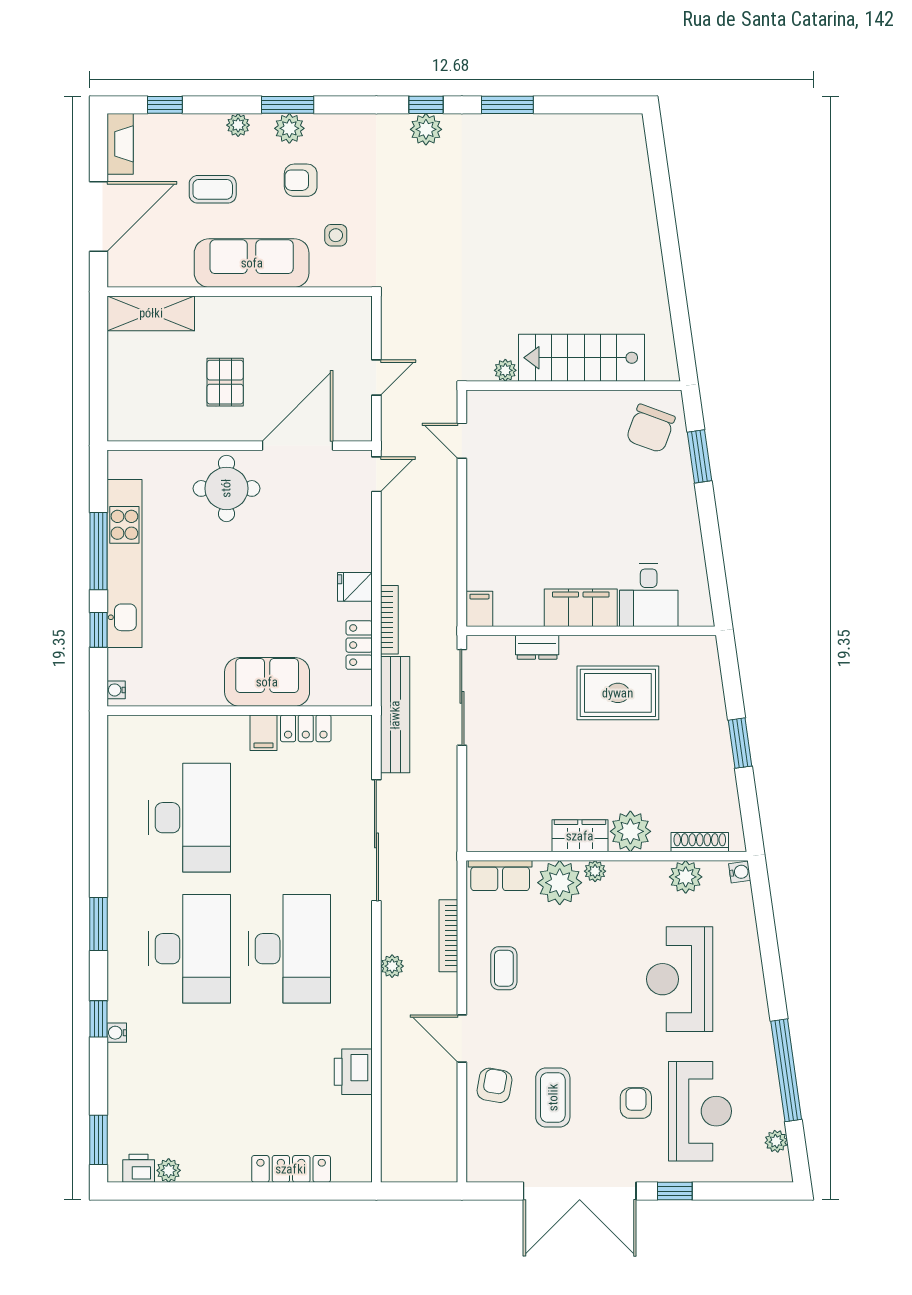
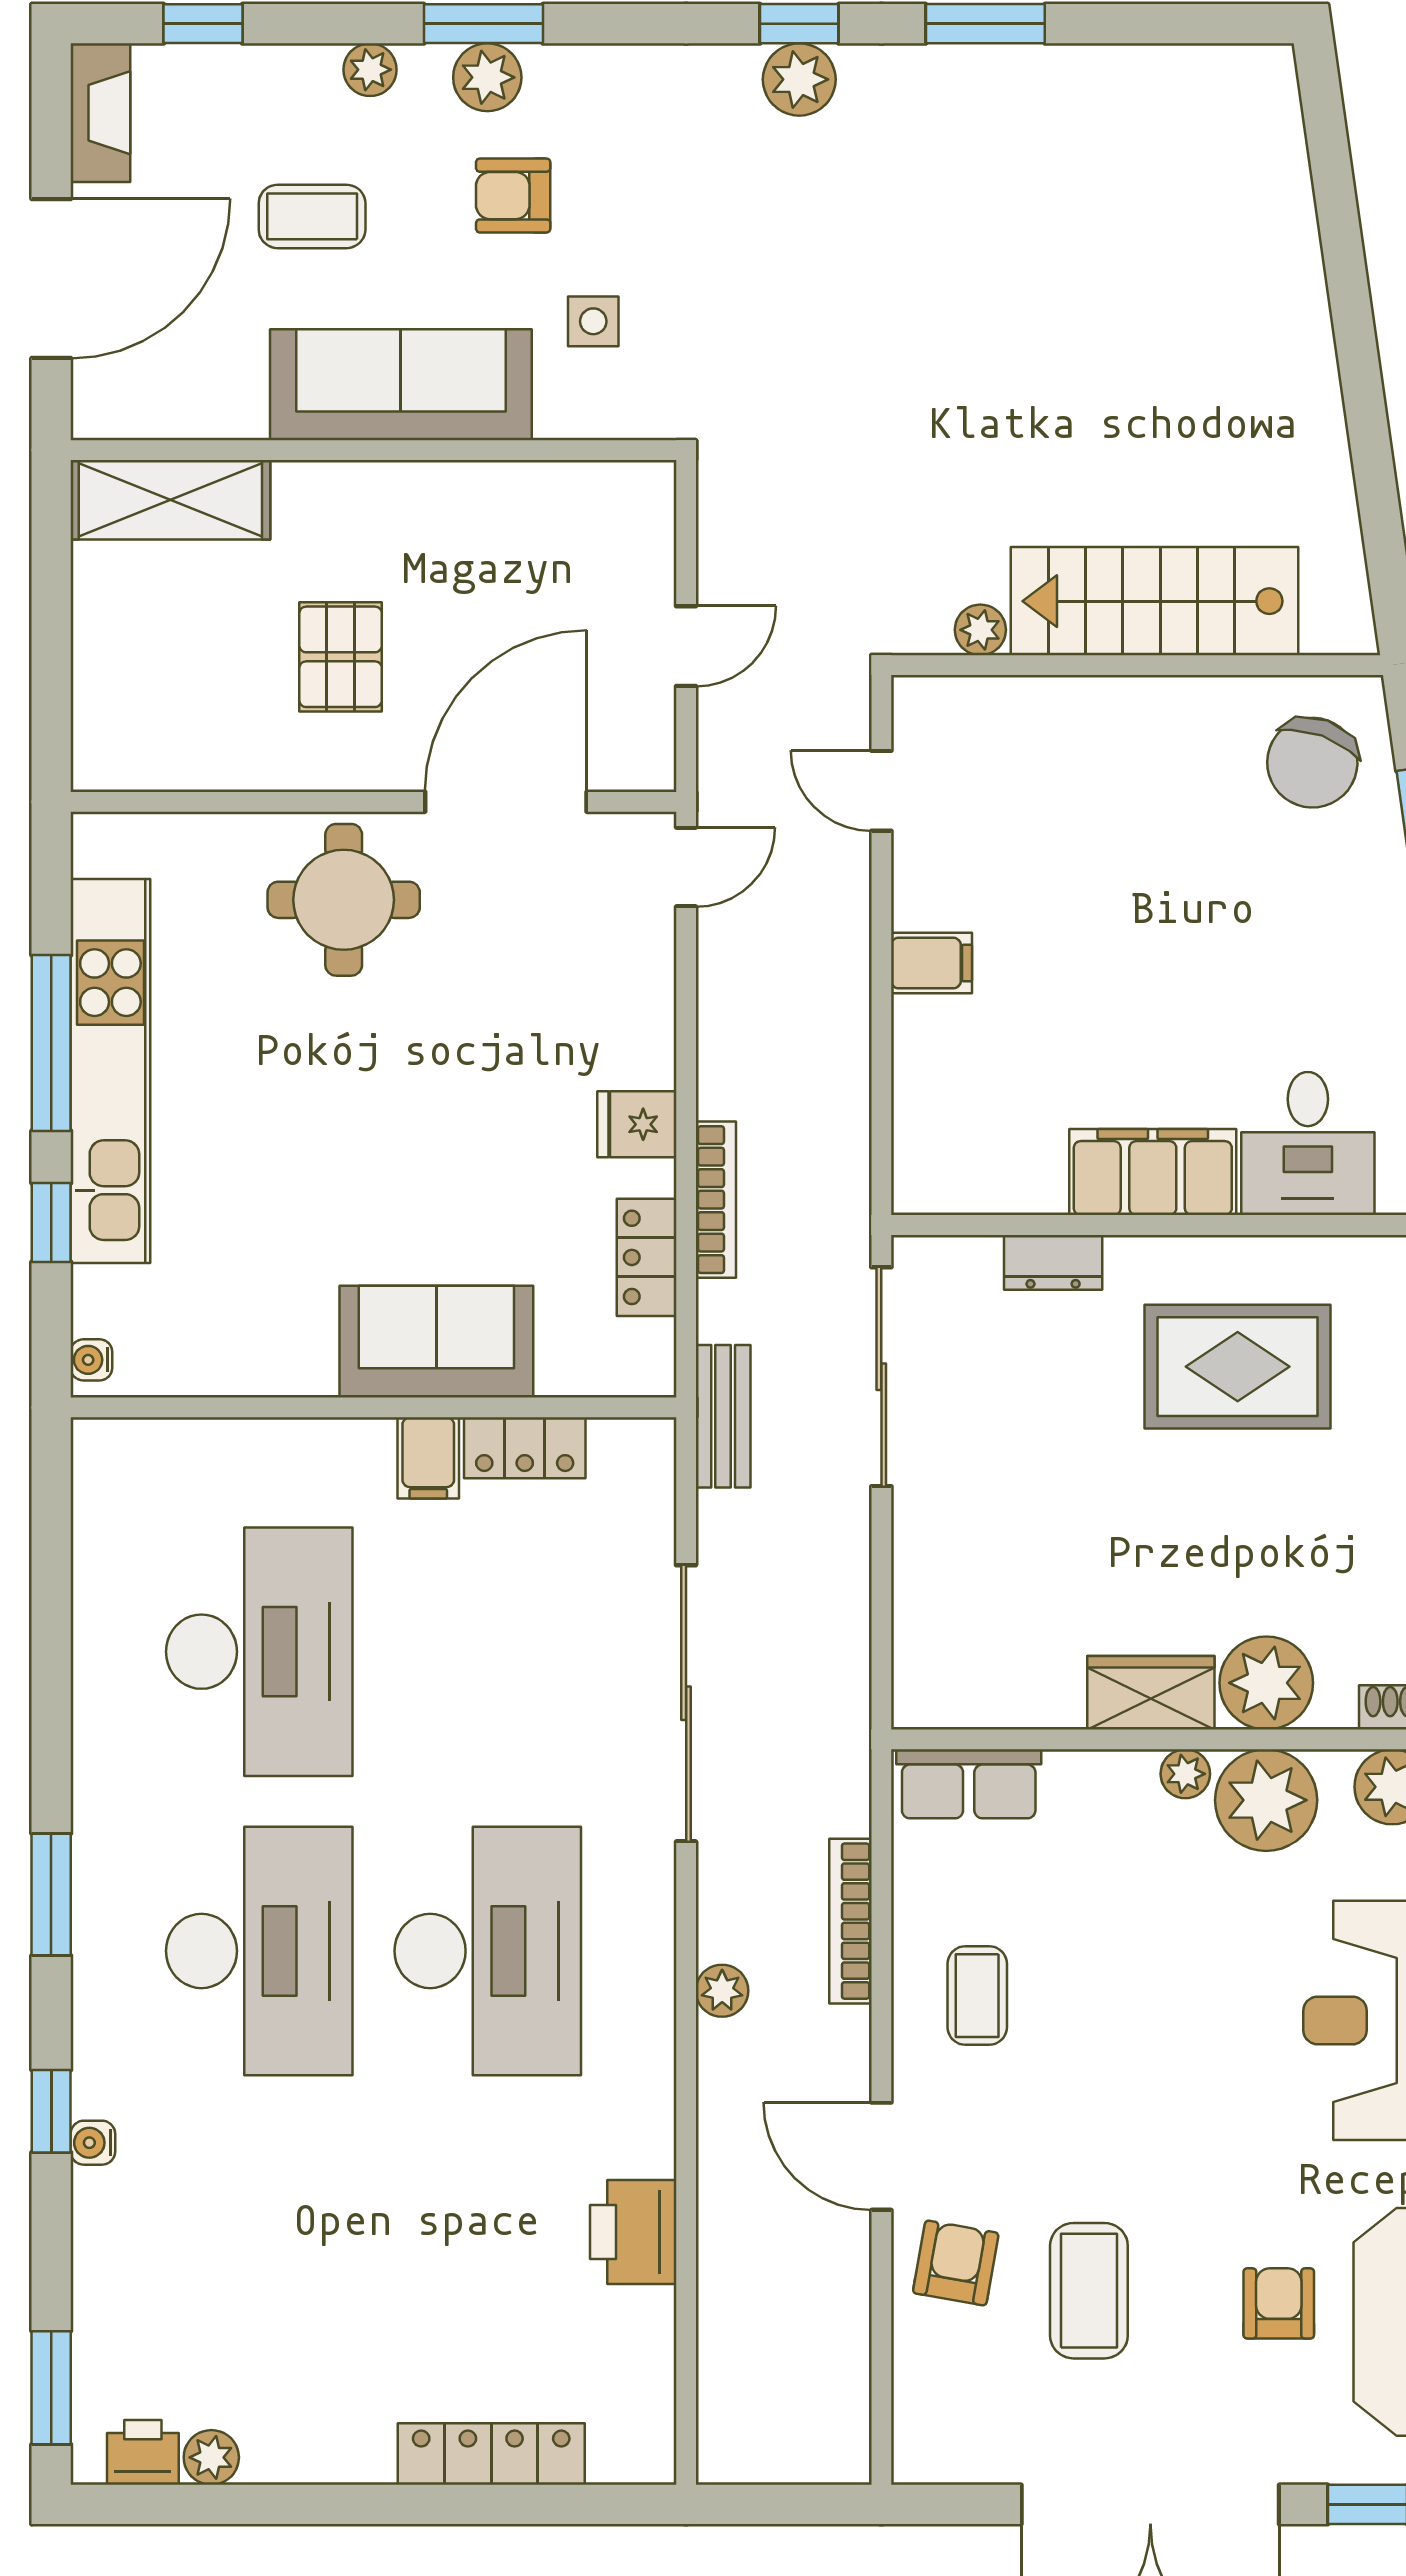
filing cabinet: (479, 609) -> (932, 963), moved, turned 90
bench: (395, 715) -> (723, 1416), width x0.54, depth x0.82
plant: (560, 883) -> (1266, 1800), moved

